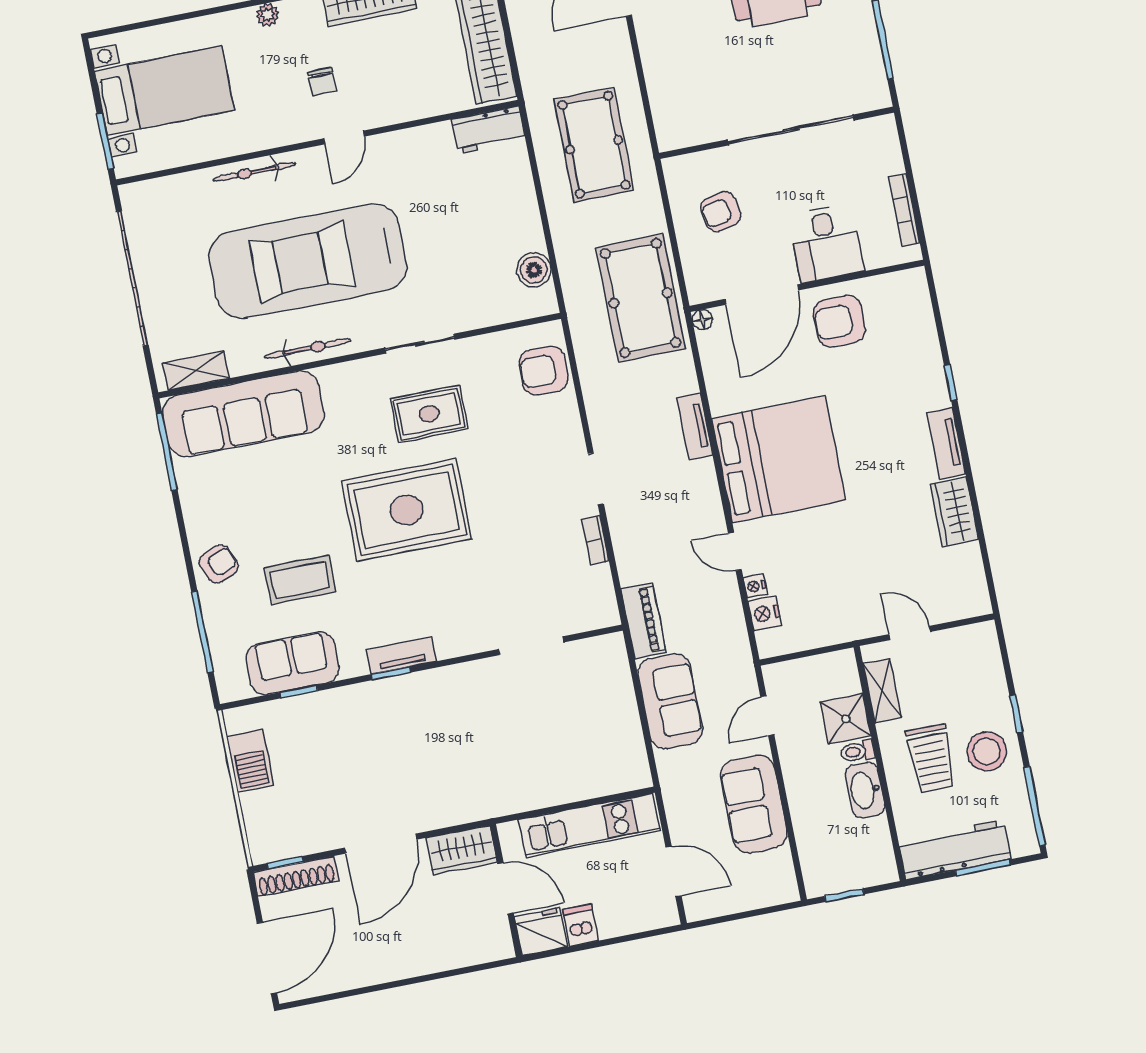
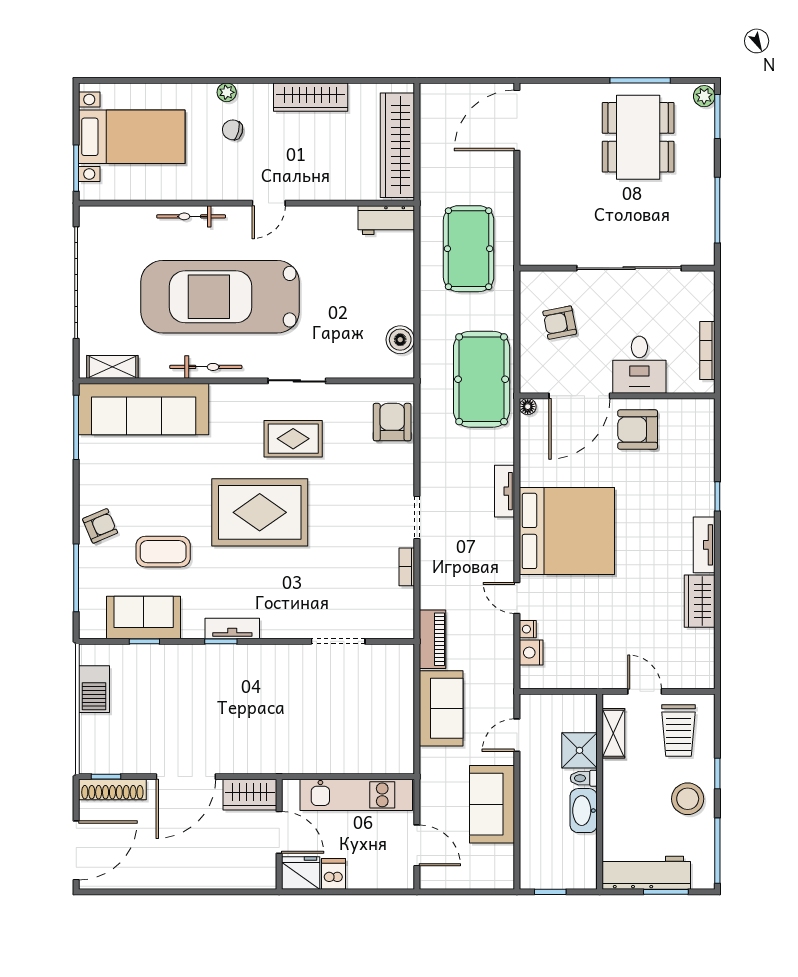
chair: (322, 82) -> (233, 130), moved, turned 105
armchair: (544, 370) -> (392, 422), turned 89
trolley: (931, 758) -> (679, 730), moved

